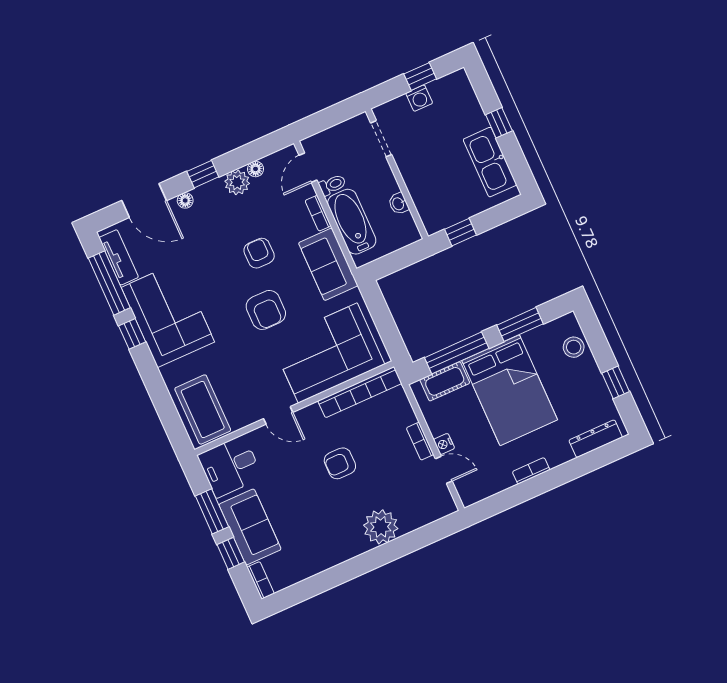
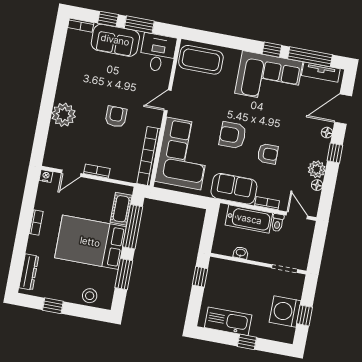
washing machine: (419, 98) -> (285, 311), width x1.89, depth x1.89
nightstand: (444, 444) -> (46, 176), moved

